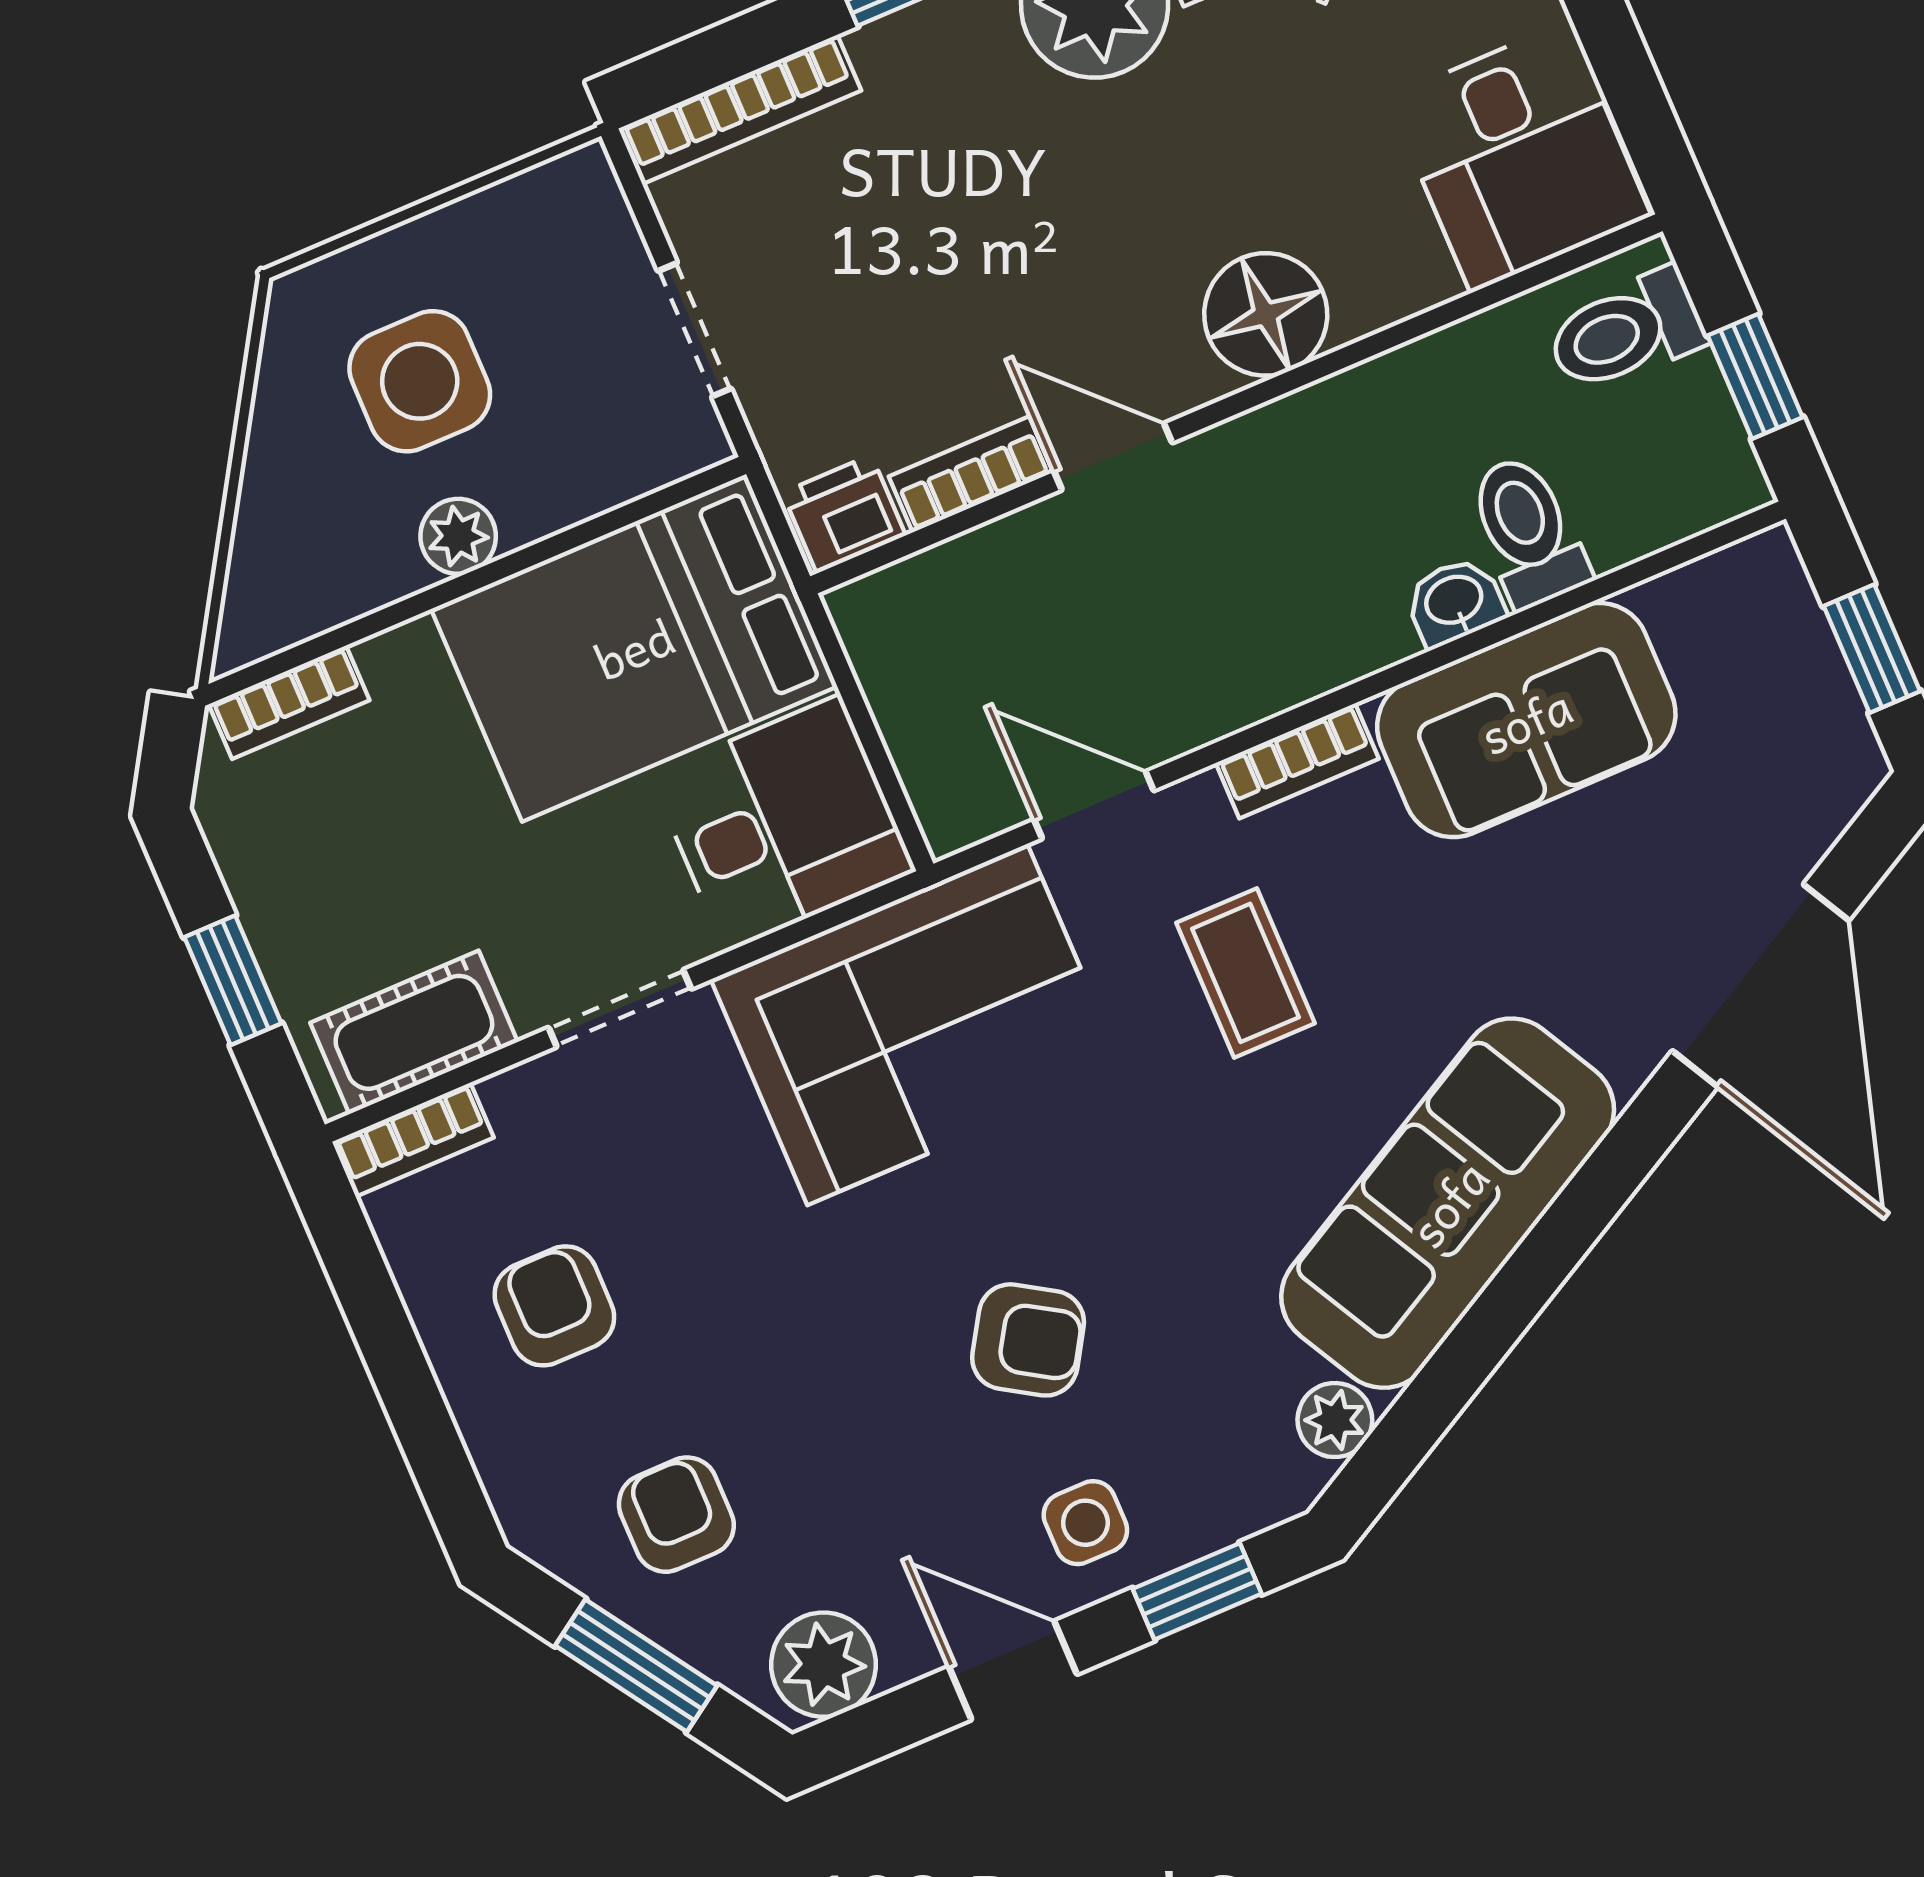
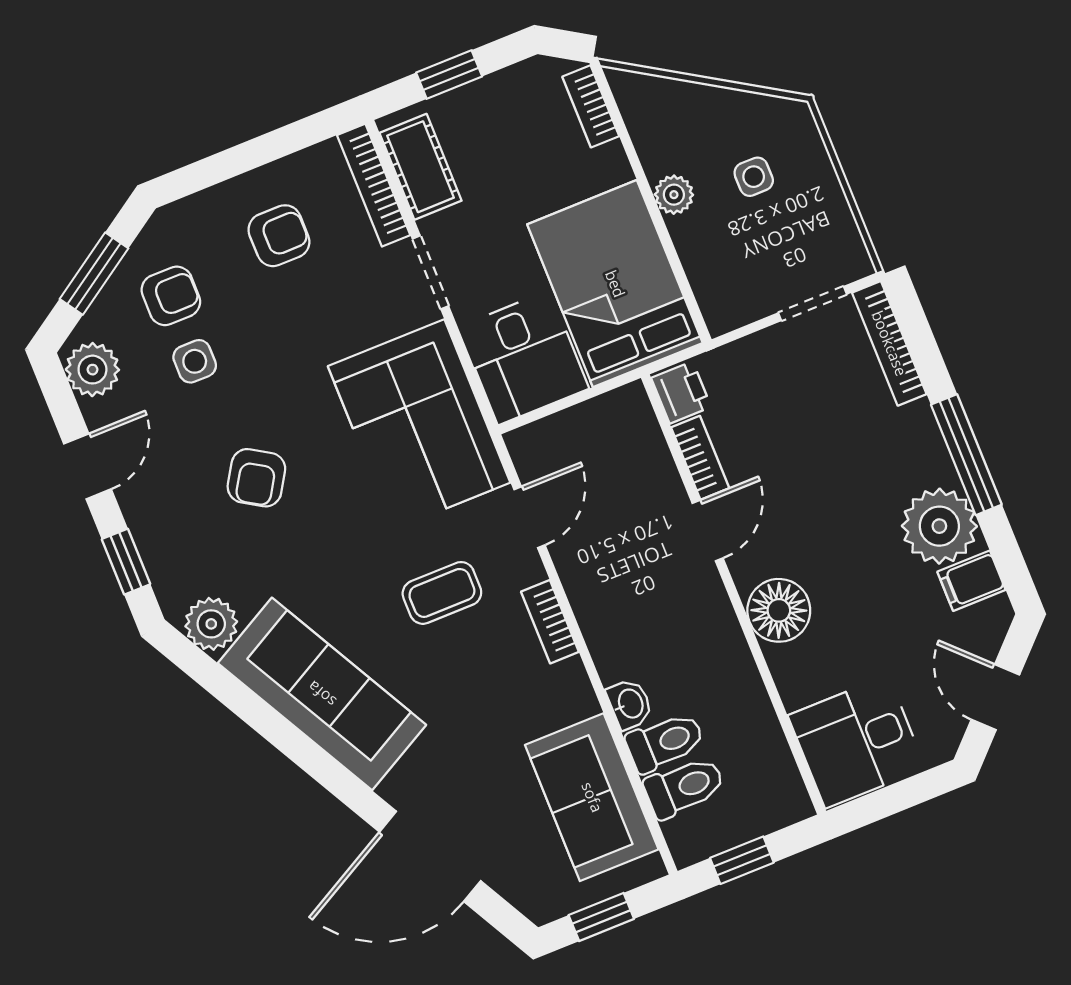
doorway: (694, 330) -> (812, 304), moved
toilet: (1626, 331) -> (684, 787), moved, turned 90
side table: (420, 381) -> (754, 177), width x0.54, depth x0.54
sofa: (1526, 720) -> (592, 797), moved
bookcase: (413, 1140) -> (374, 185), width x1.56
plant: (1335, 1420) -> (211, 624), width x1.38, depth x1.38
side table: (1085, 1523) -> (195, 361), moved

